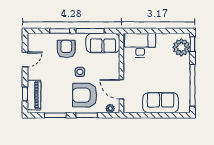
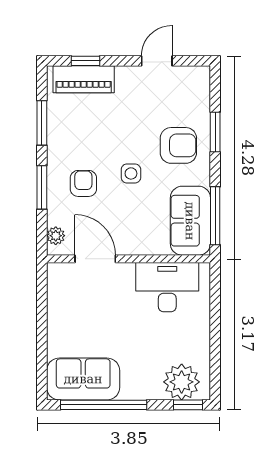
window: (90, 31) -> (215, 216), moved
desk: (140, 45) -> (167, 287), moved, turned -90
door: (25, 59) -> (157, 61), swing flipped
door: (121, 89) -> (95, 259), hinge flipped
armchair: (85, 95) -> (83, 183), width x0.53, depth x0.53
sofa: (160, 103) -> (83, 379), moved, turned -90

